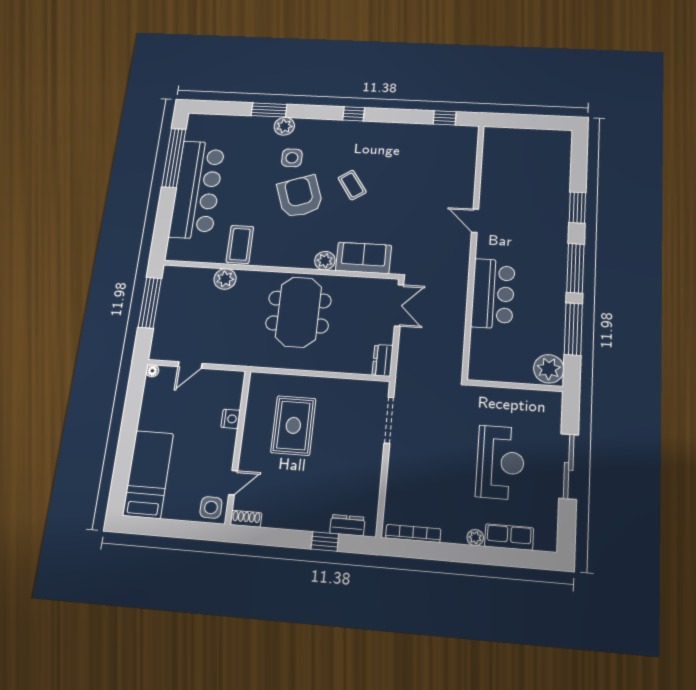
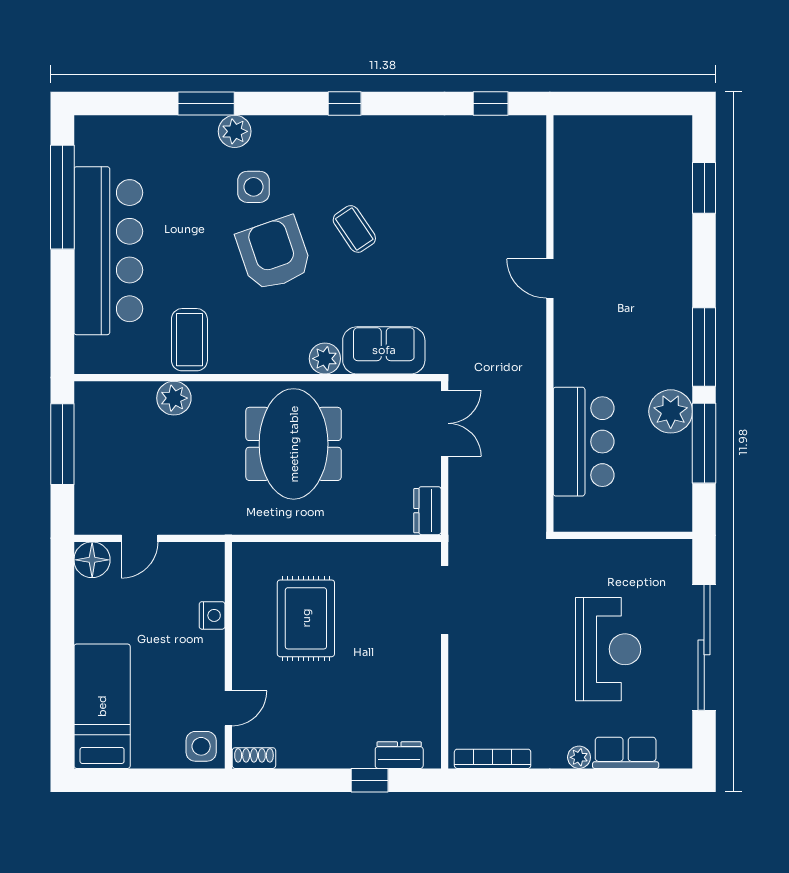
window: (577, 207) -> (704, 188), moved
bar counter: (493, 294) -> (584, 442), moved
plant: (549, 369) -> (671, 411), moved
floor lamp: (152, 371) -> (92, 560), width x1.89, depth x1.89
sliding door: (569, 466) -> (704, 647), width x1.36

